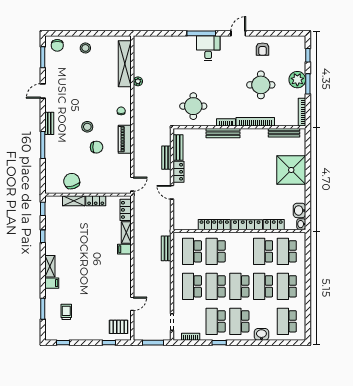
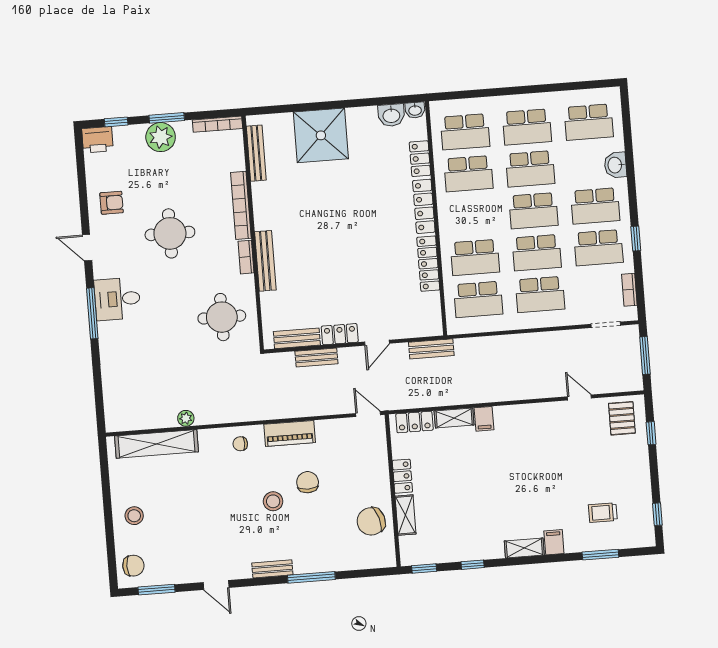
printer: (299, 44) -> (98, 140), added
round table: (261, 85) -> (170, 233), moved
bench: (166, 248) -> (431, 349), moved

